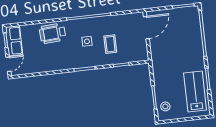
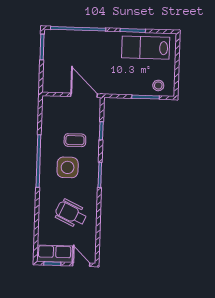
door: (146, 28) -> (84, 95), moved
wheelchair: (53, 33) -> (71, 214), moved, turned 119
side table: (87, 41) -> (68, 167), width x1.87, depth x1.87

